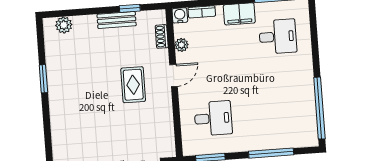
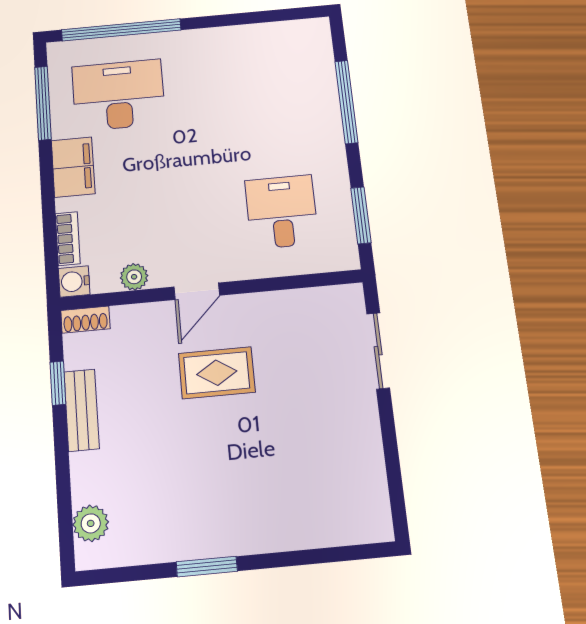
shoe rack: (162, 36) -> (85, 320), moved
desk: (278, 37) -> (118, 95), width x1.37
door: (174, 76) -> (197, 291), swing flipped
window: (319, 108) -> (121, 30), moved

